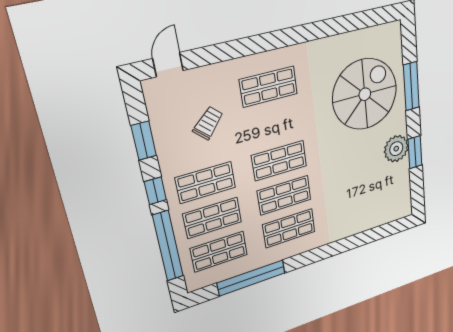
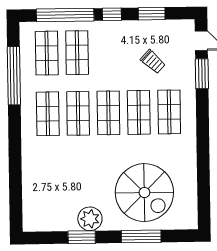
window: (213, 54) -> (202, 74), added
shop shelf: (206, 183) -> (139, 112), moved

